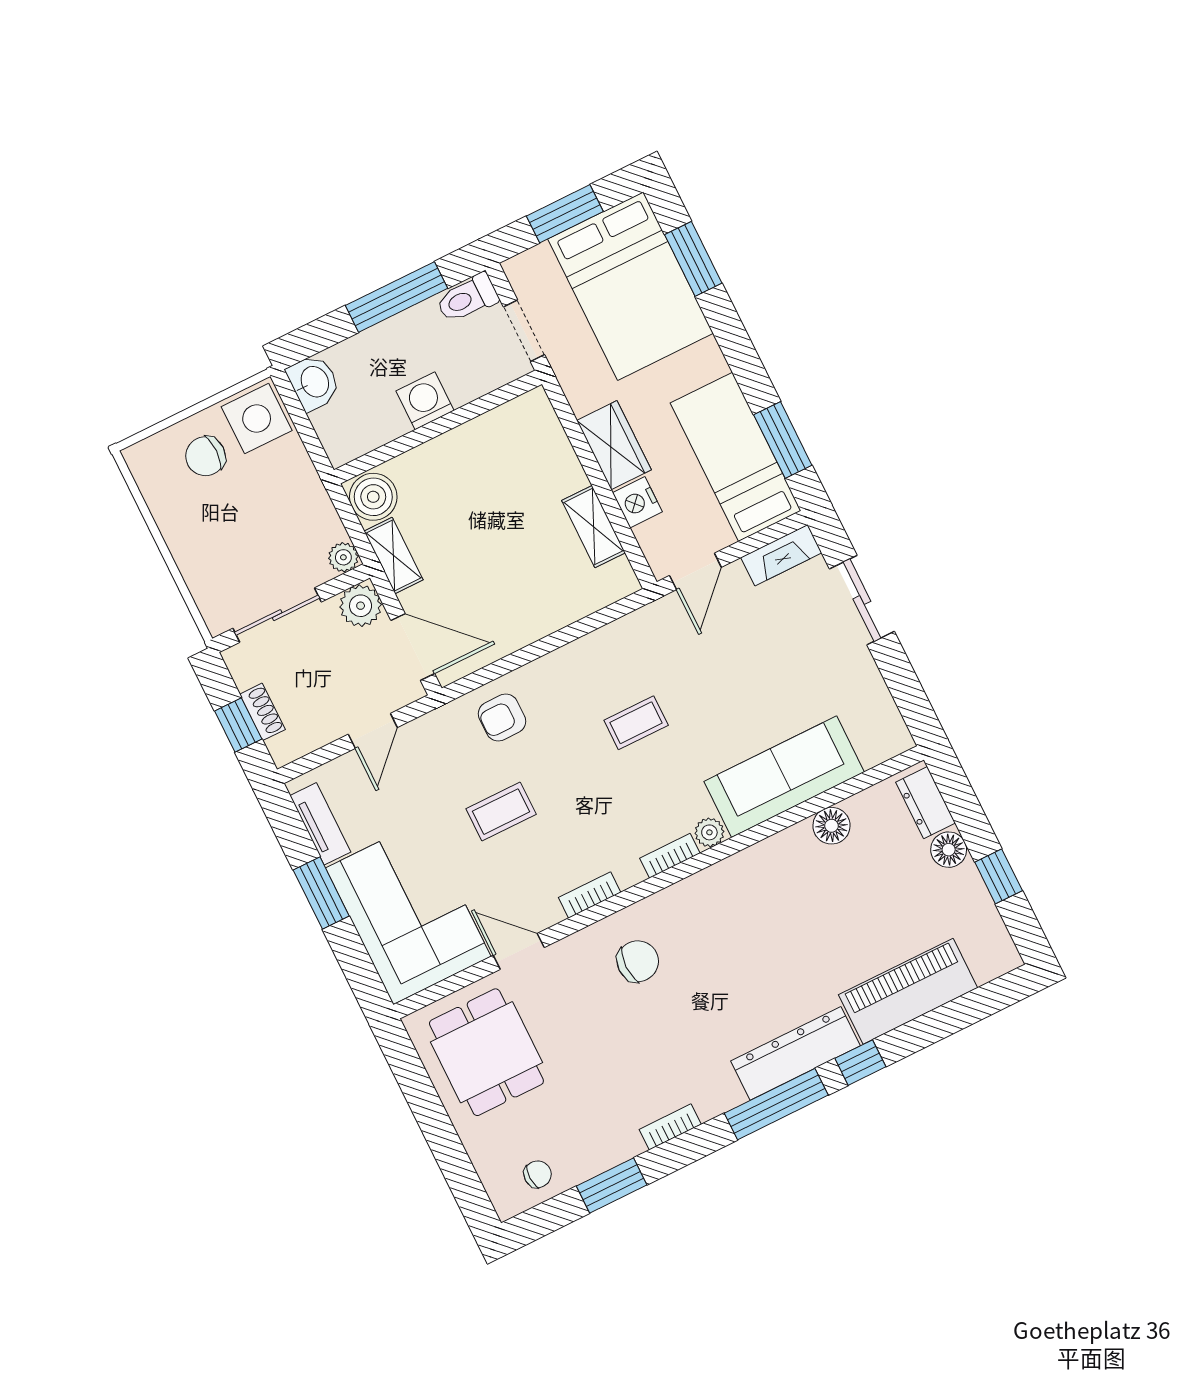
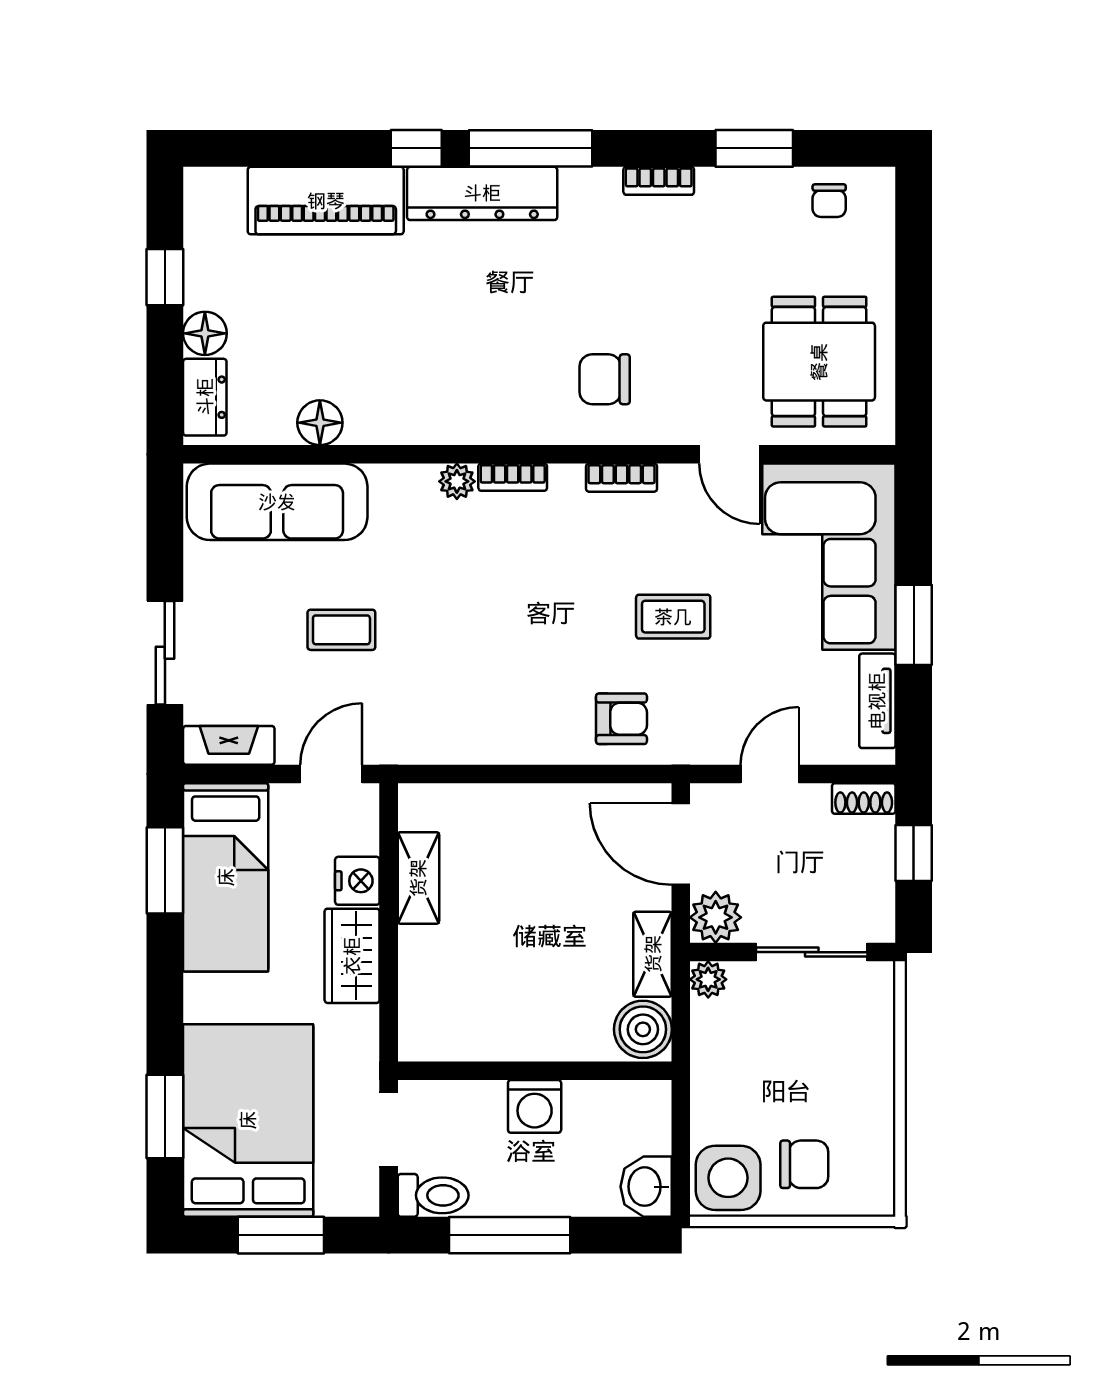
shoe rack: (262, 712) -> (864, 798), moved, turned -90
coffee table: (636, 723) -> (341, 630), moved
sofa: (784, 777) -> (277, 502), moved
chair: (538, 1174) -> (829, 201), turned -88

